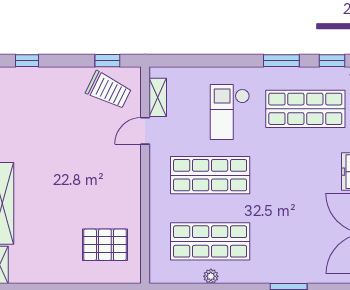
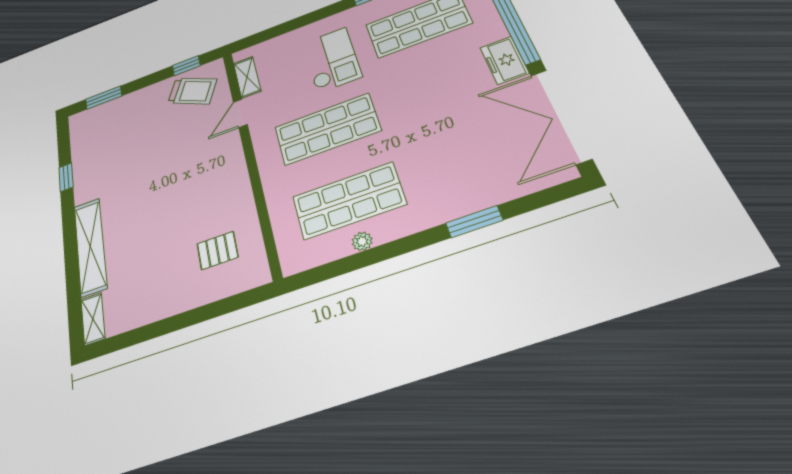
window: (27, 61) -> (104, 98), width x1.50
checkout: (230, 112) -> (332, 60), turned 180
pallet: (105, 245) -> (217, 250), width x0.67, depth x0.71

